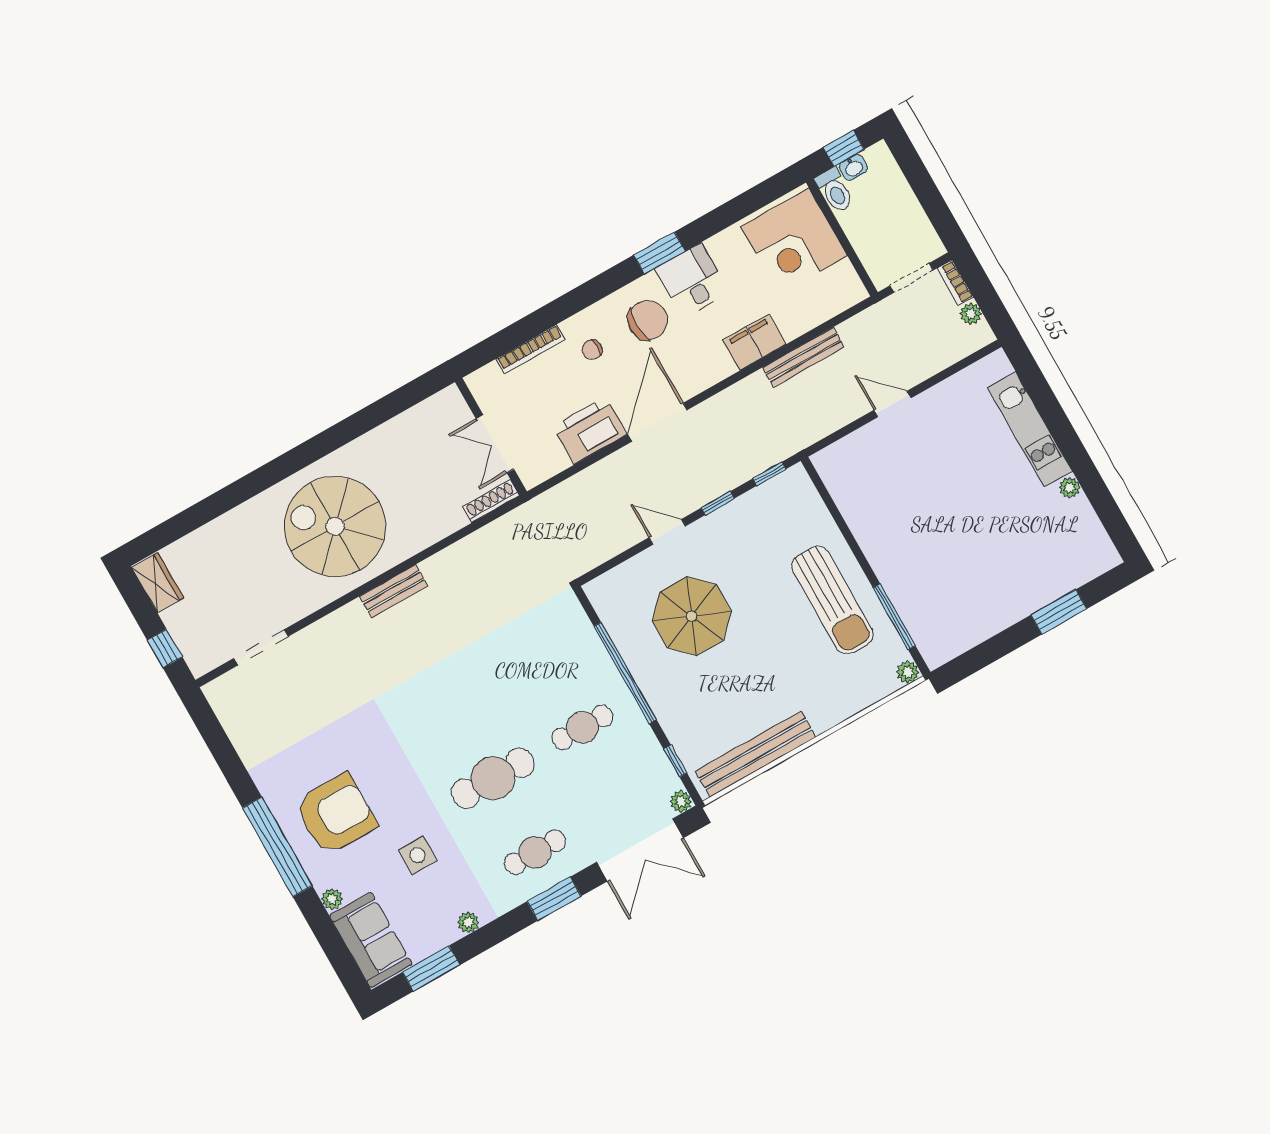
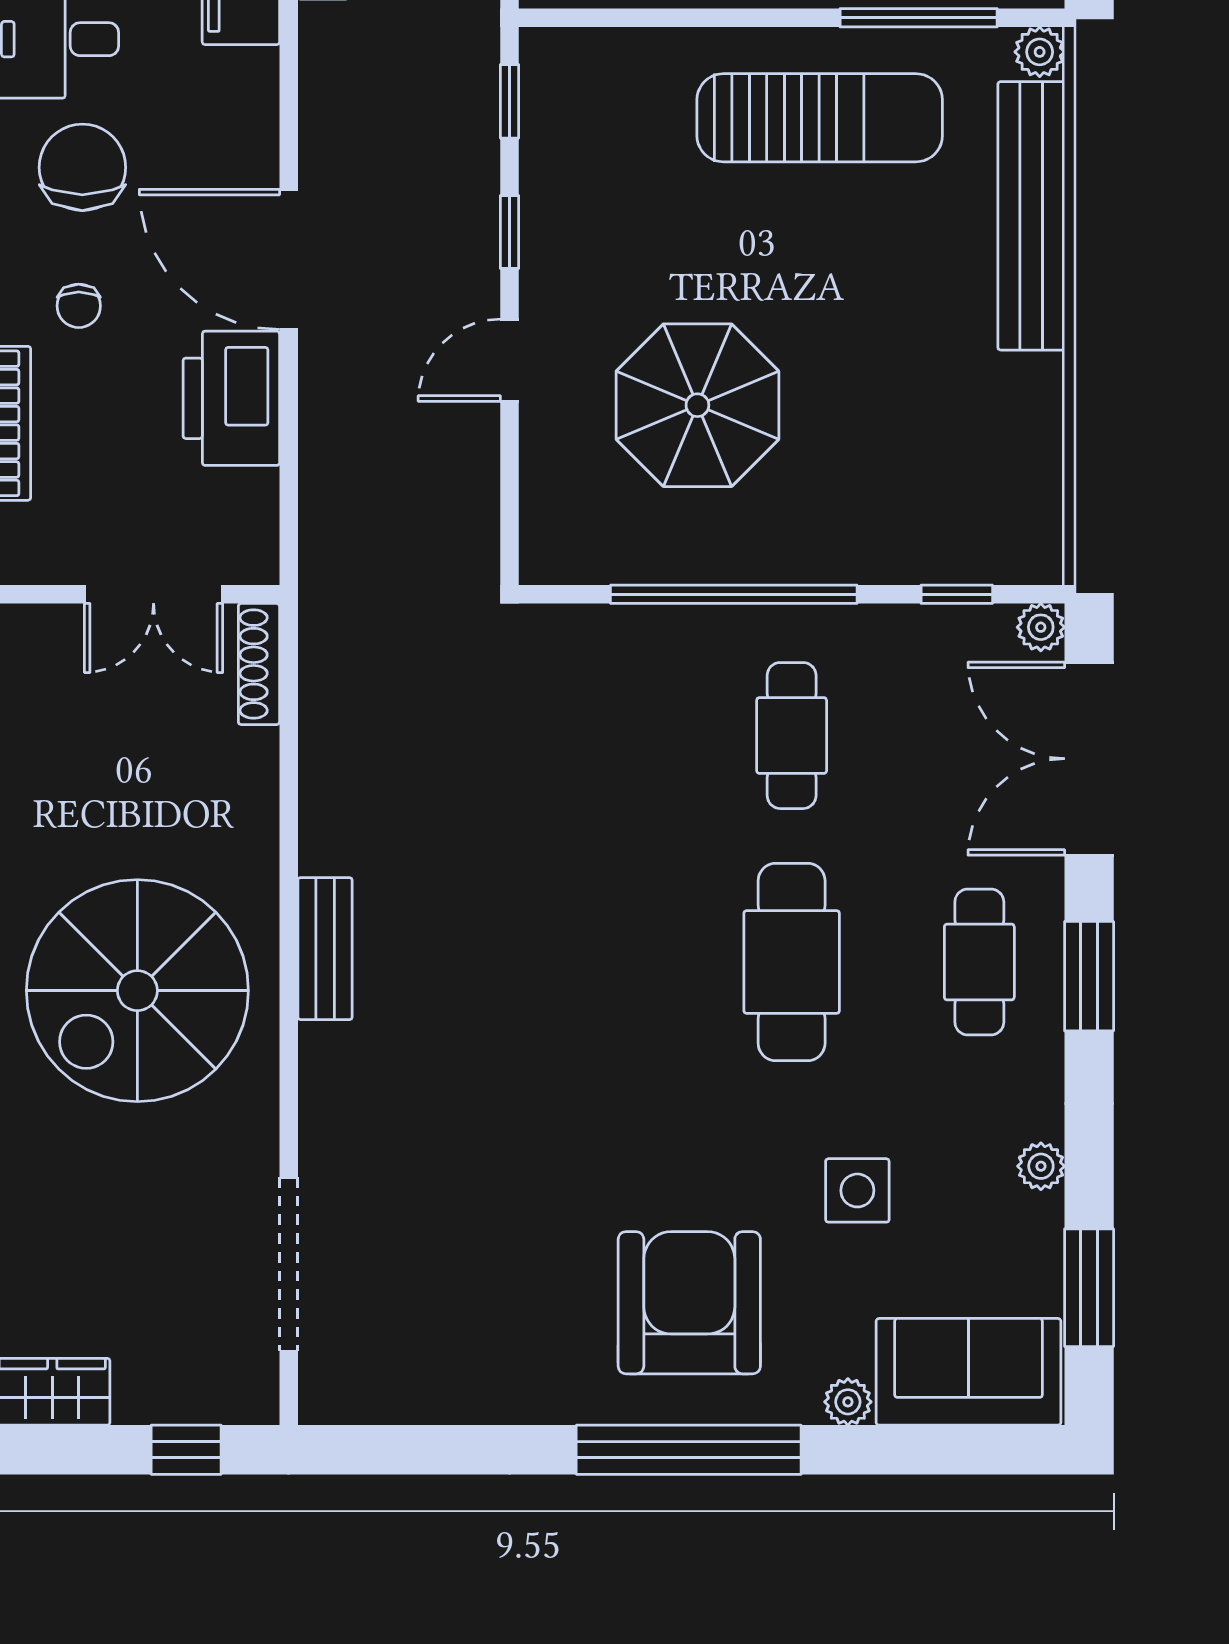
doorway: (261, 647) -> (289, 1264), width x1.36
bench: (755, 754) -> (1031, 216), moved
double door: (640, 850) -> (1089, 759), swing flipped

